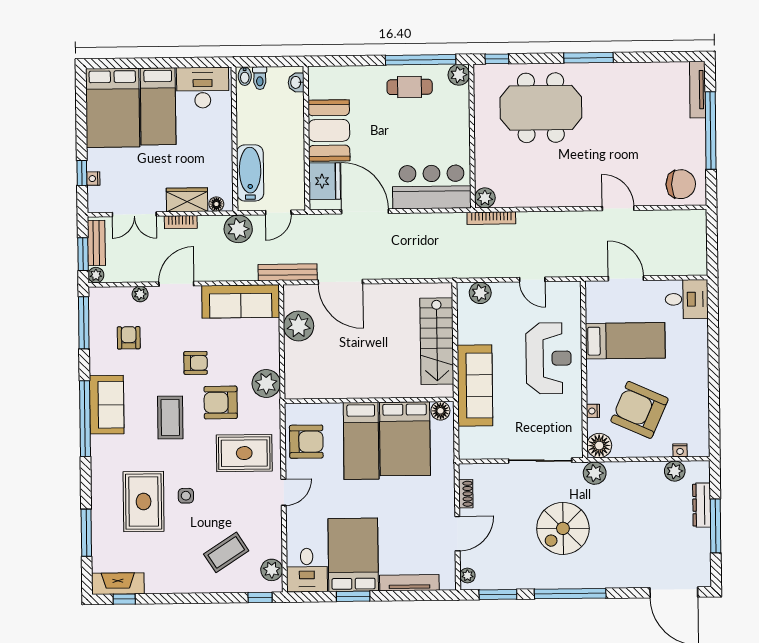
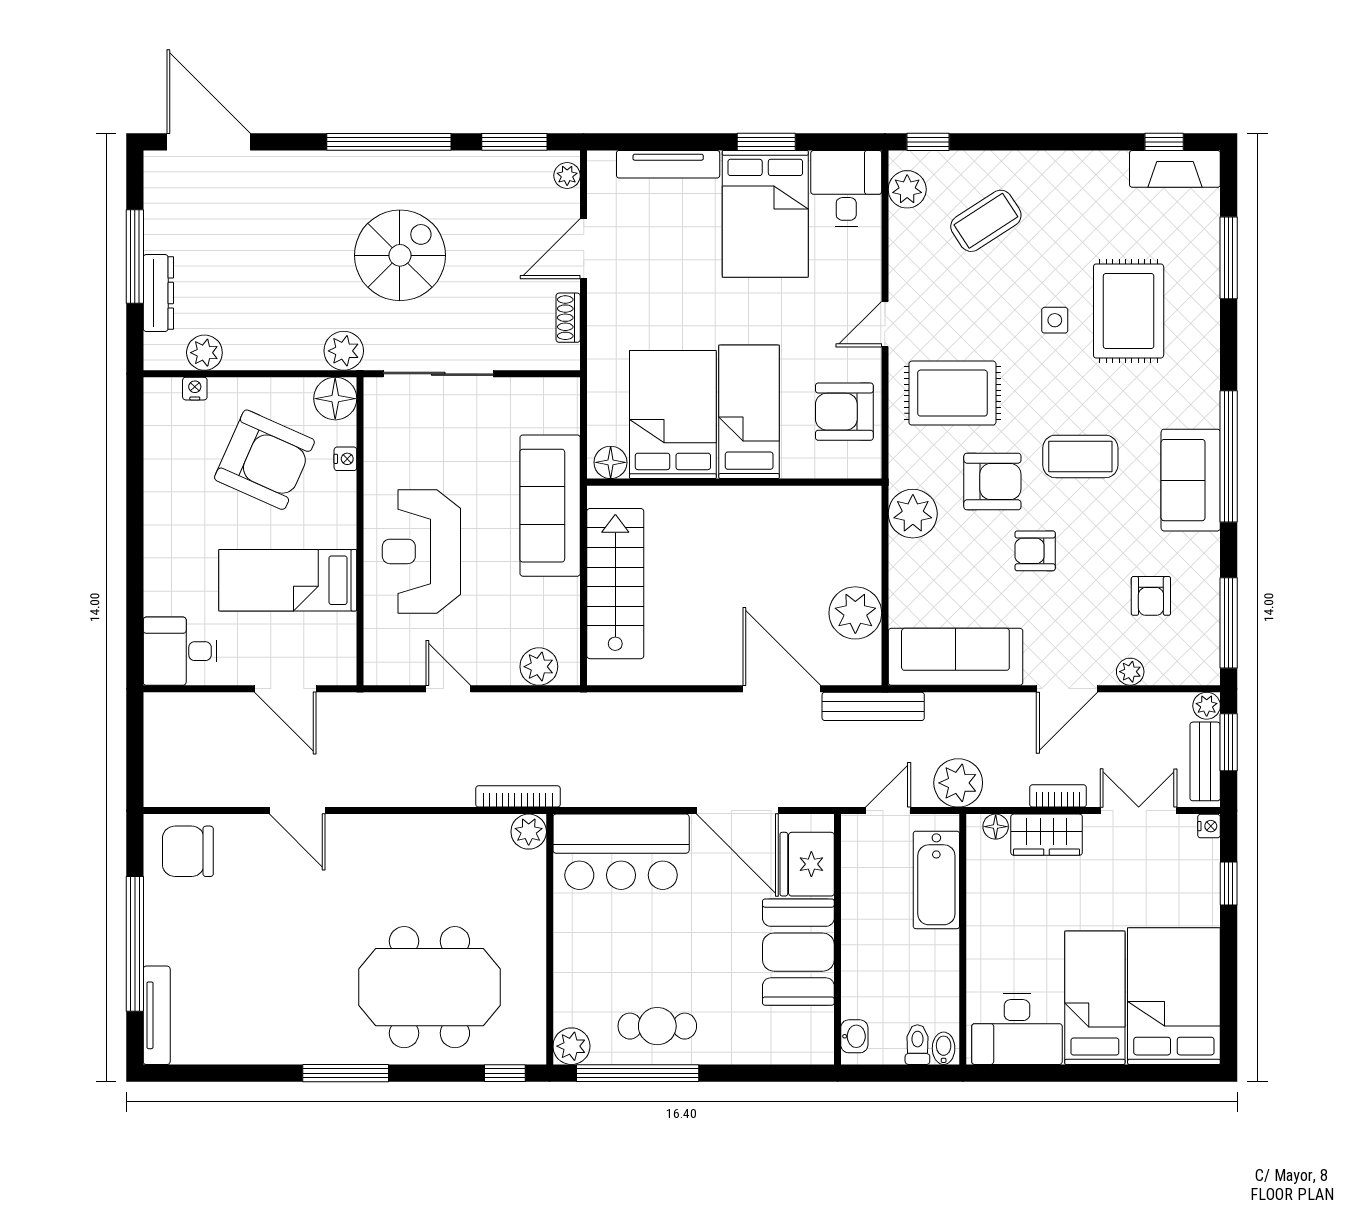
nightstand: (93, 179) -> (1209, 826), moved
coffee table: (170, 418) -> (1080, 456), turned 90

